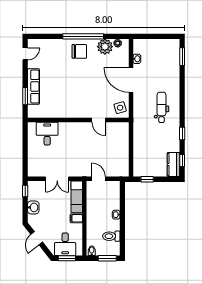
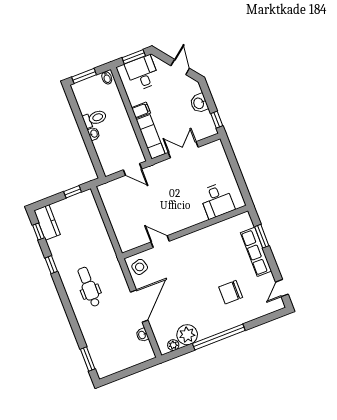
chair: (79, 51) -> (231, 292), moved
door: (131, 80) -> (139, 306), hinge flipped
dental chair: (162, 107) -> (89, 287), turned 180
toilet: (111, 236) -> (95, 118), moved

